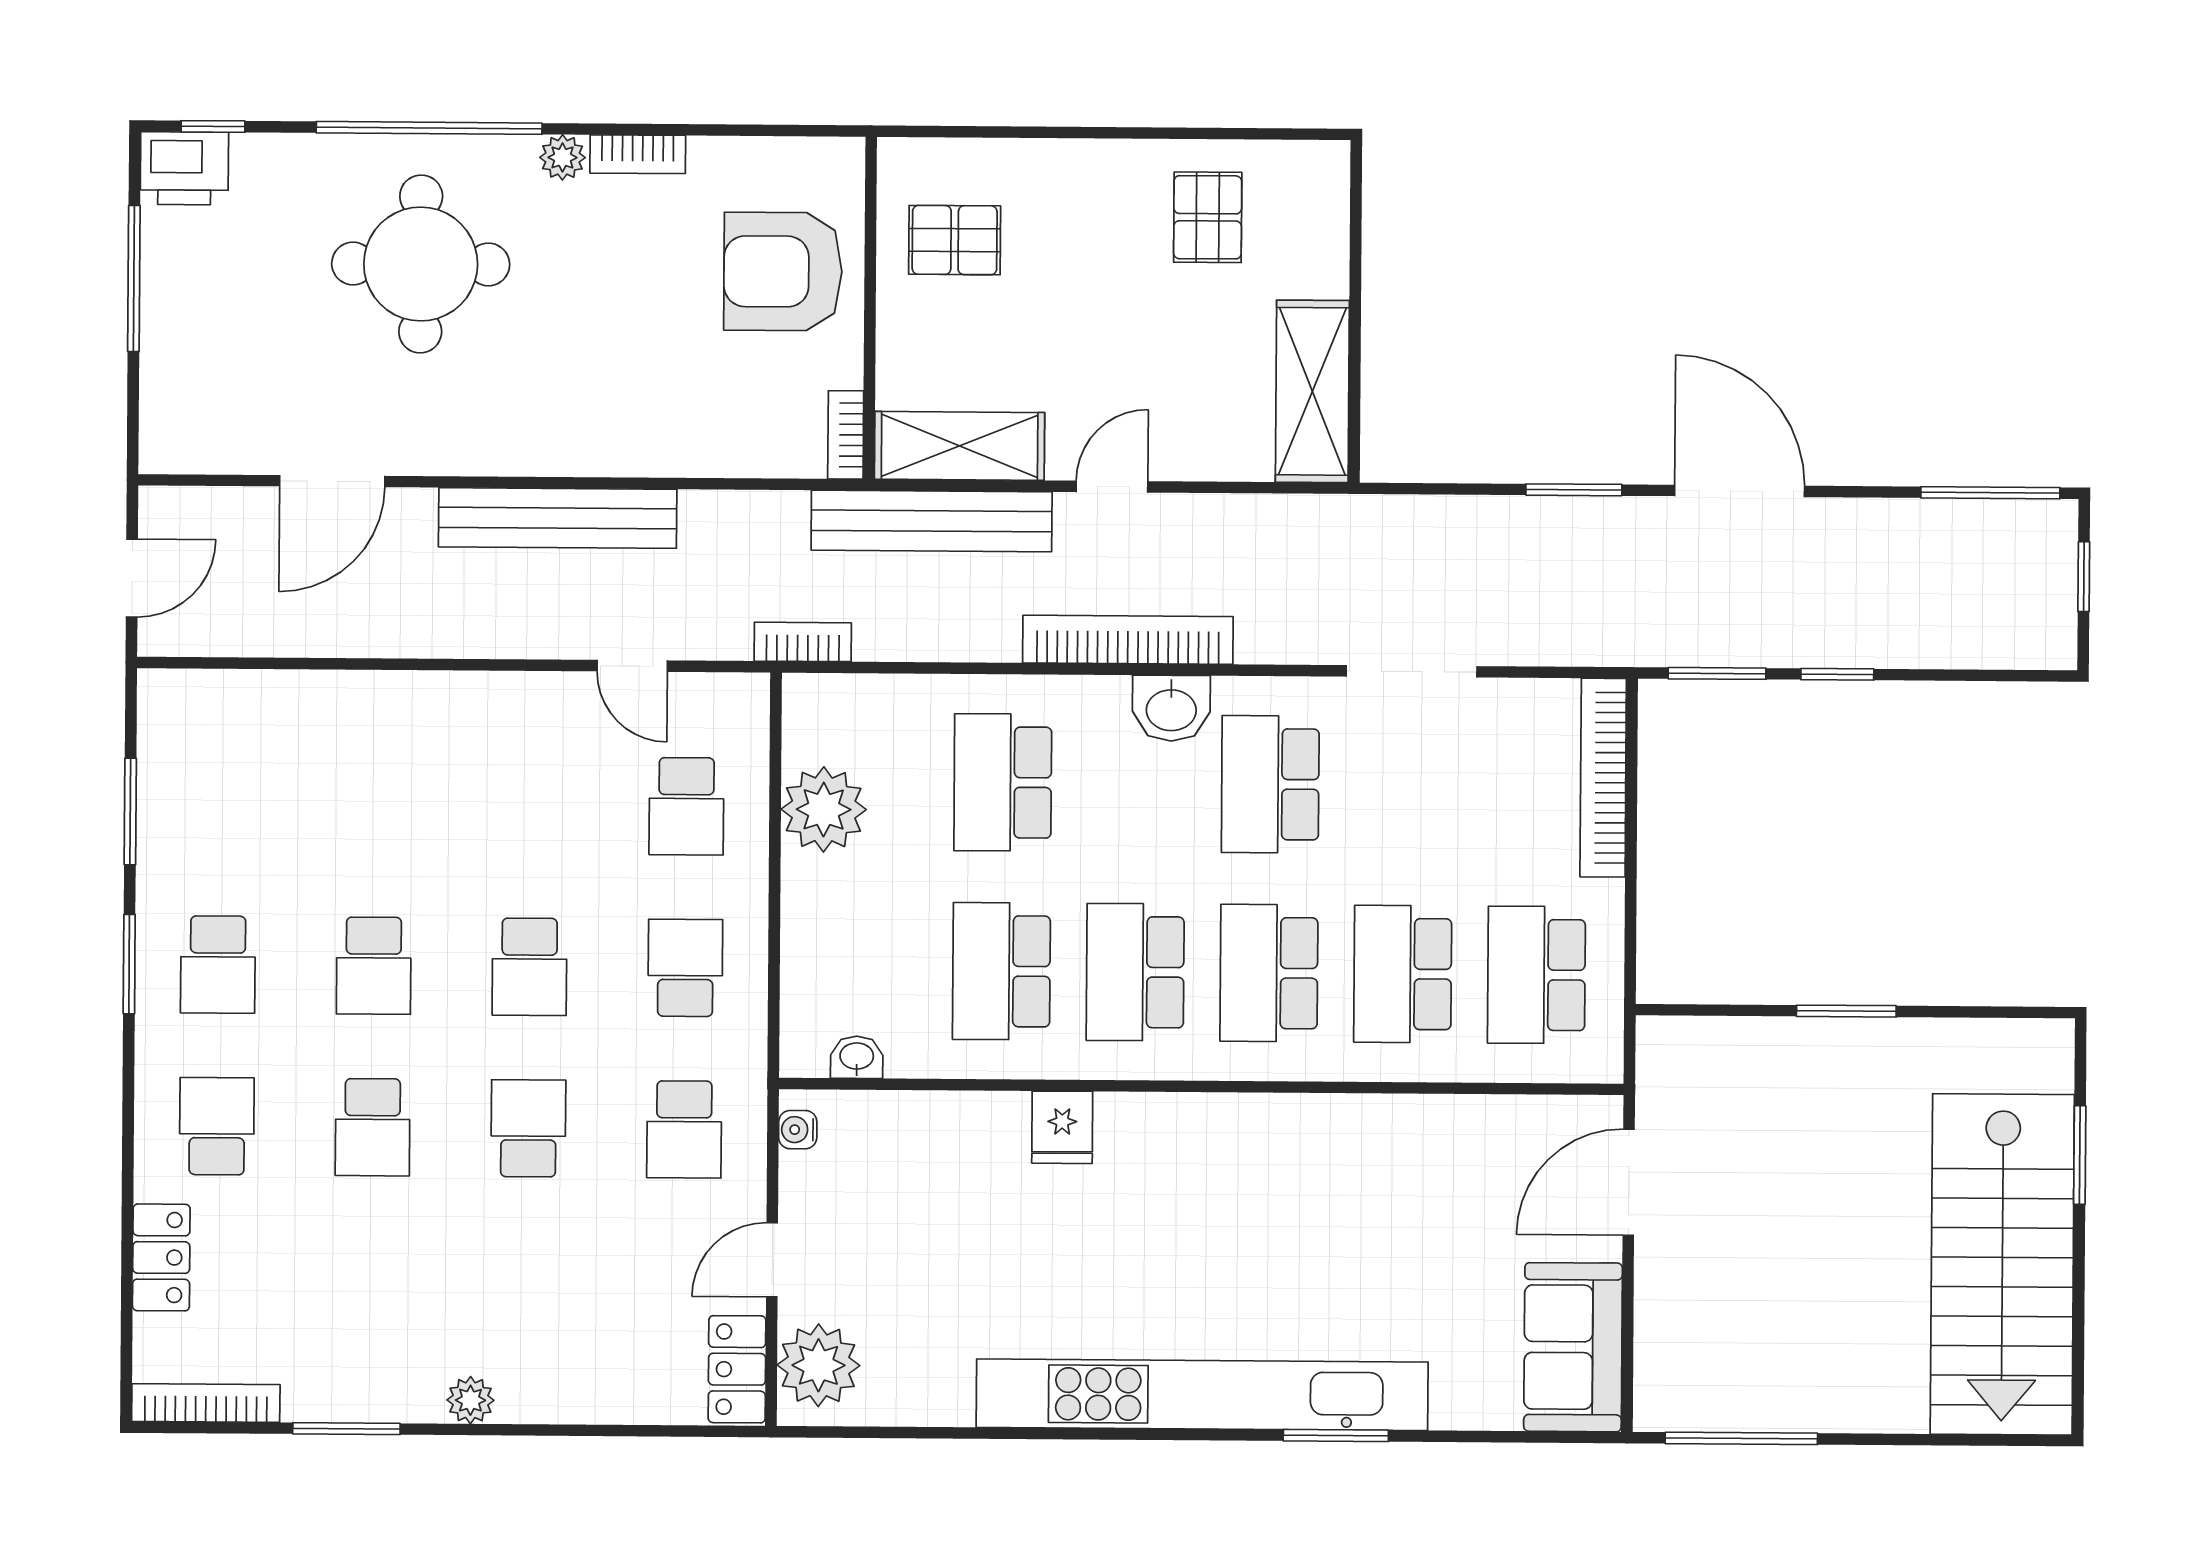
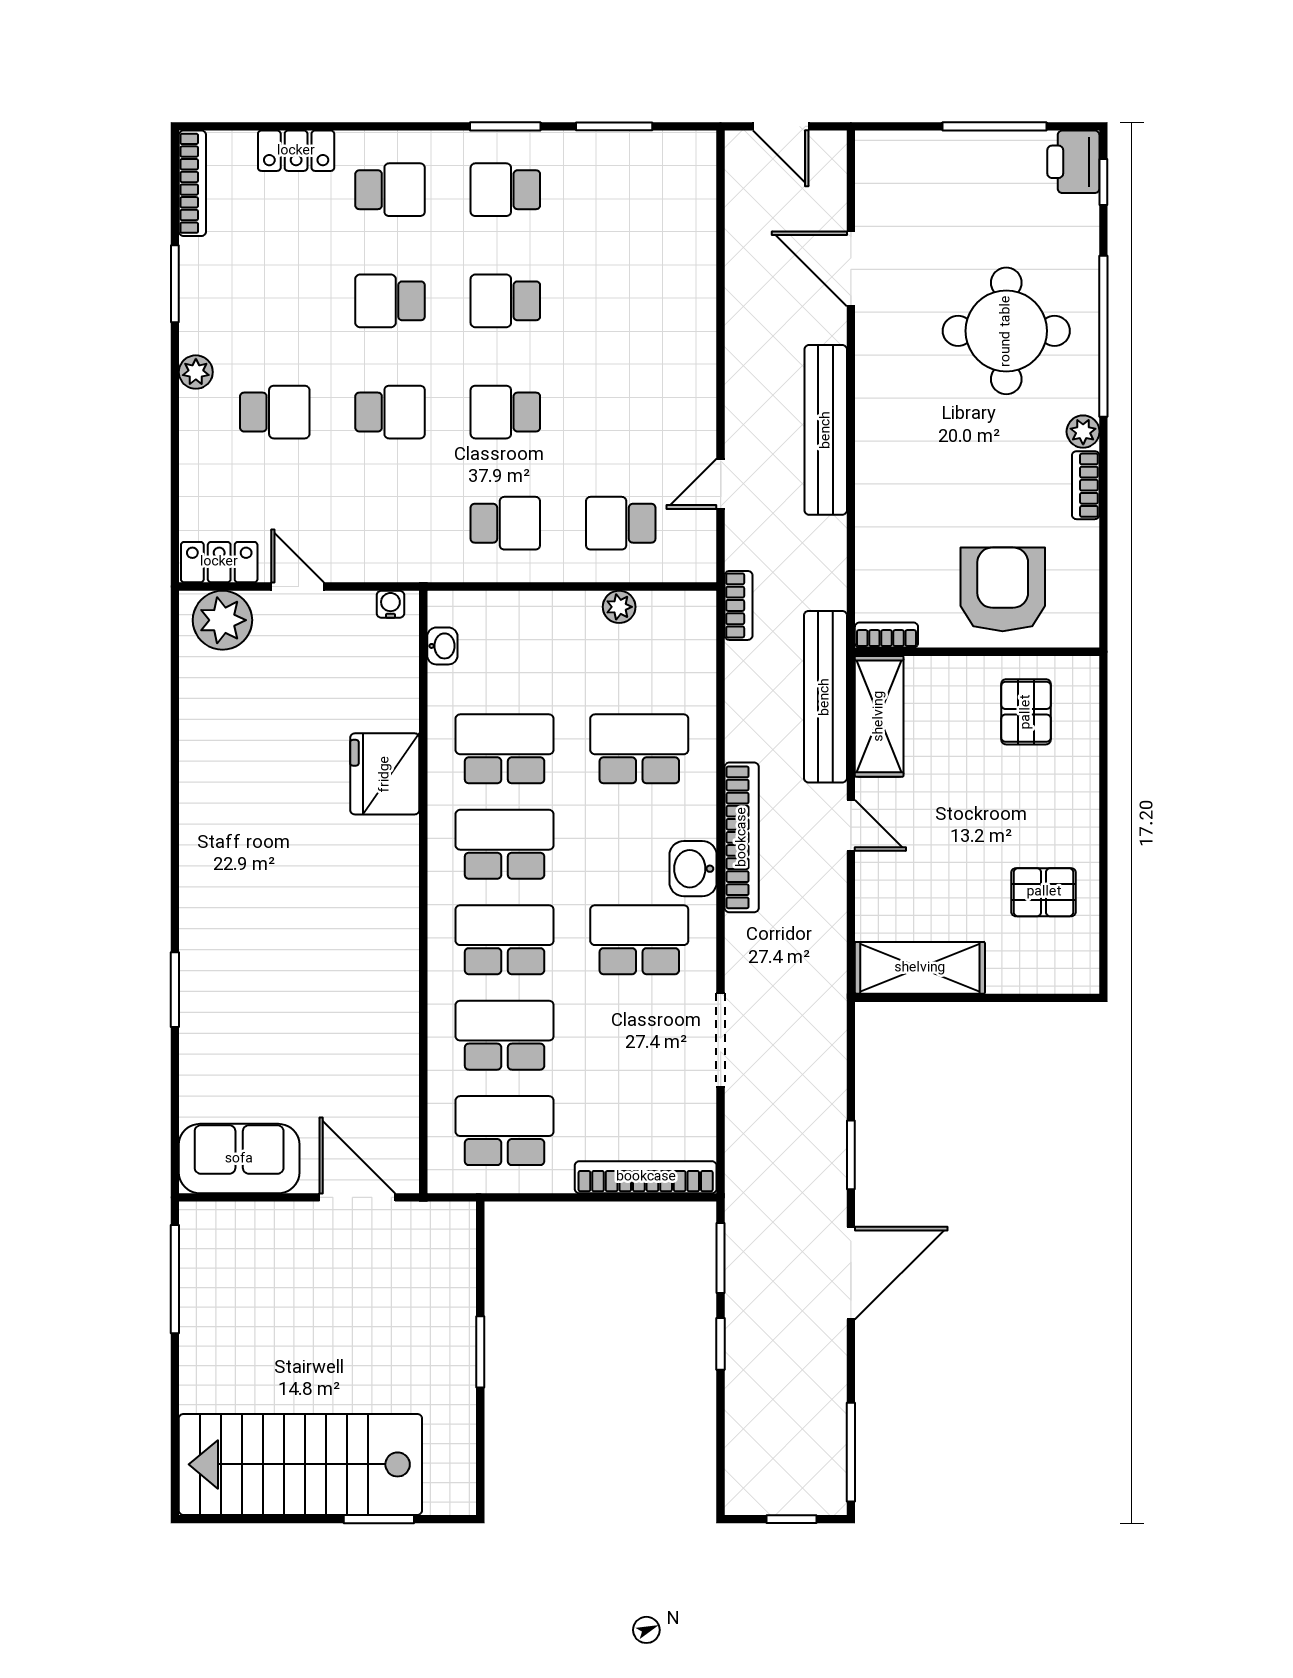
plant: (824, 809) -> (619, 607), width x0.53, depth x0.53
fridge: (1062, 1127) -> (385, 774), width x1.88, depth x1.34
school desk: (684, 1129) -> (275, 412), moved, turned 180
kitchen unit: (1202, 1395) -> (203, 894), removed

